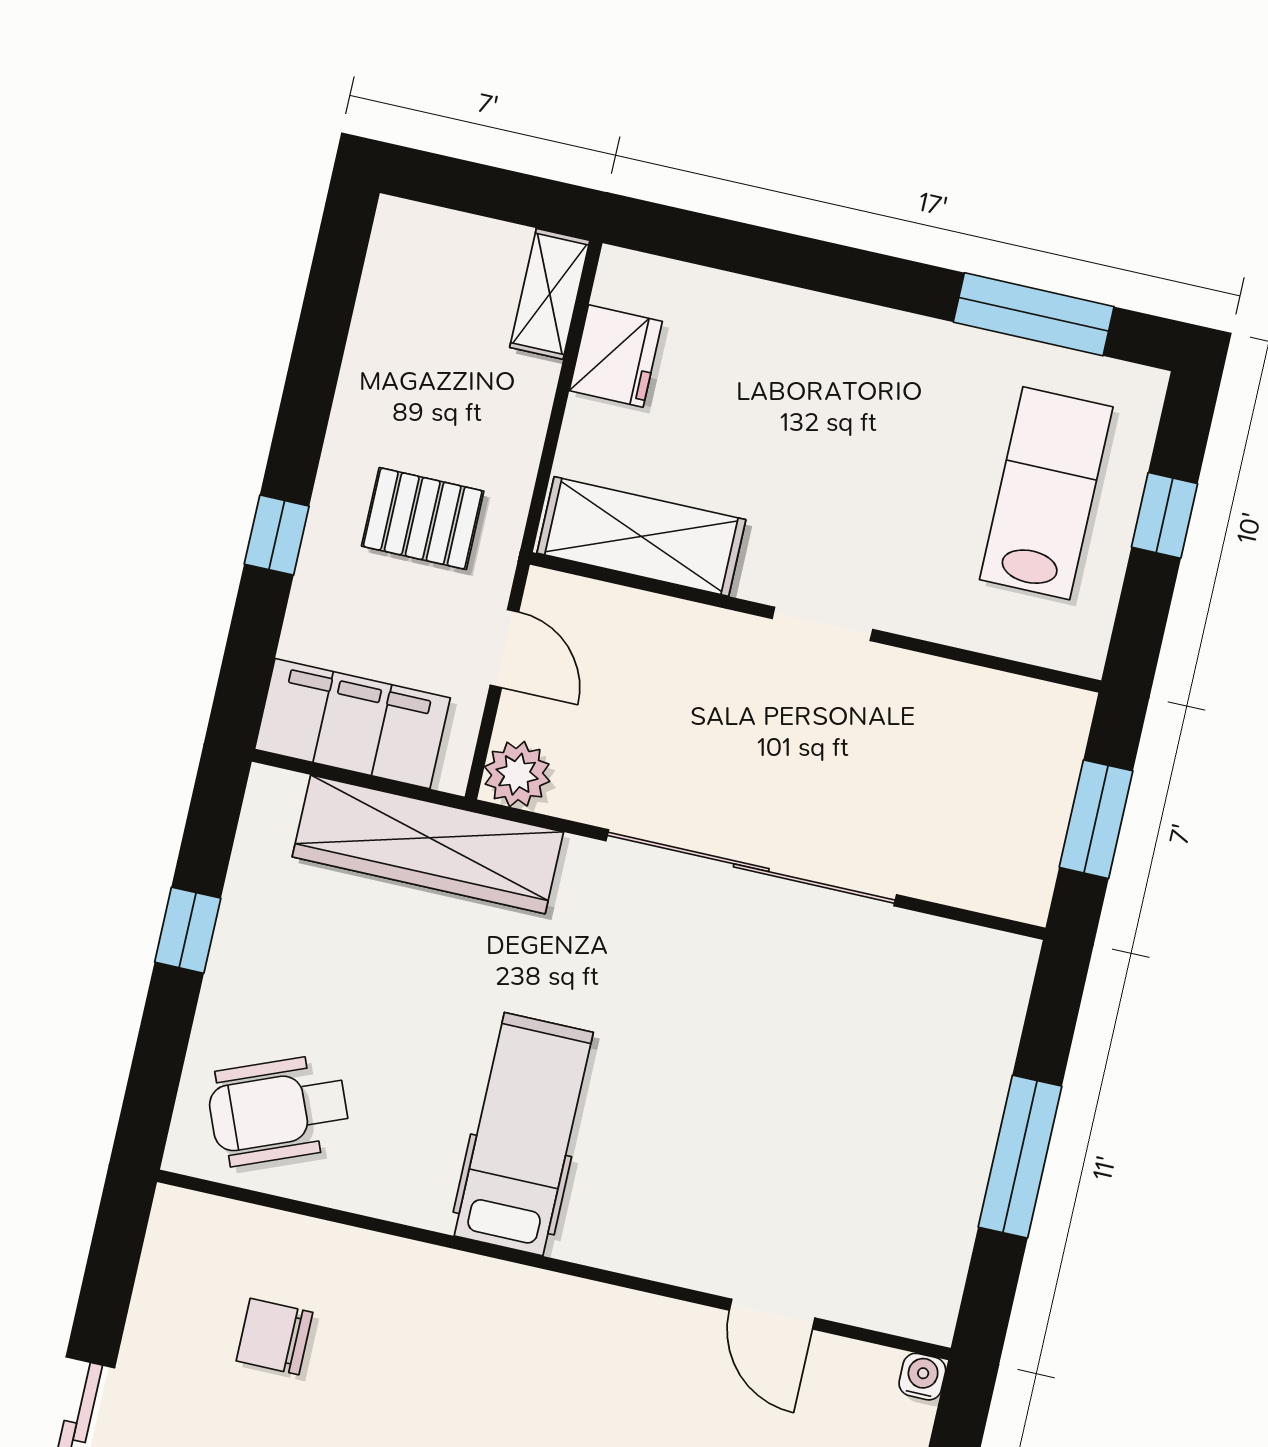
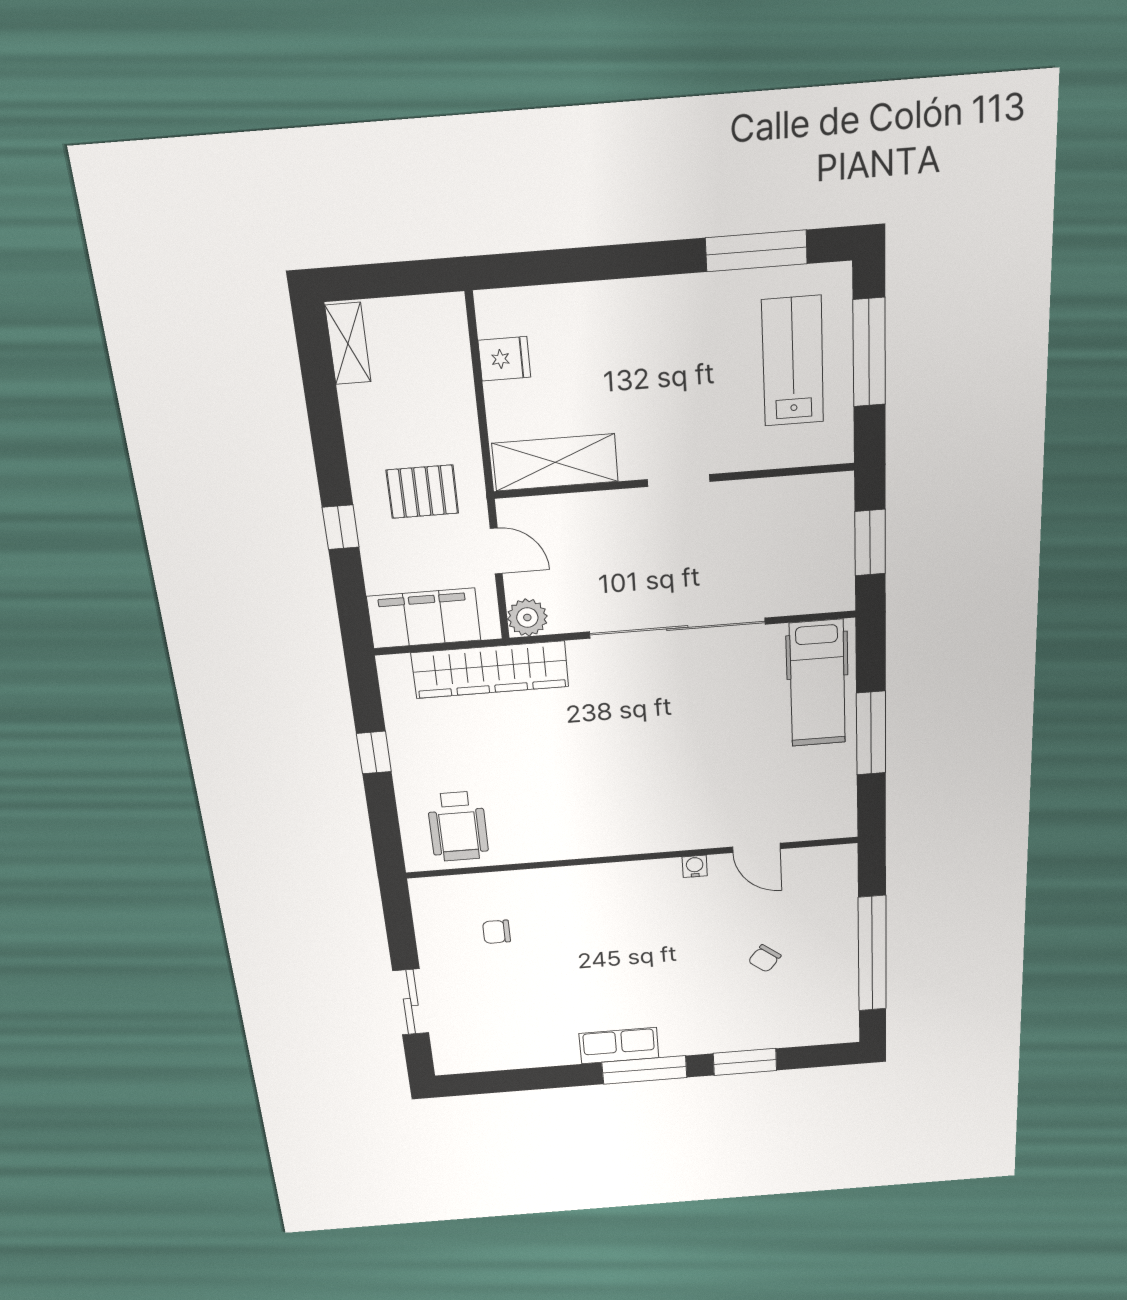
shelving: (550, 294) -> (348, 344), moved
fridge: (616, 356) -> (504, 359), width x0.72
window: (1165, 515) -> (869, 352), width x2.17
wheelchair: (278, 1110) -> (458, 826), turned -68
hospital bed: (524, 1134) -> (817, 683), moved, turned 180
chair: (274, 1337) -> (497, 932), width x0.73, depth x0.73
water cooler: (922, 1377) -> (695, 866), moved

